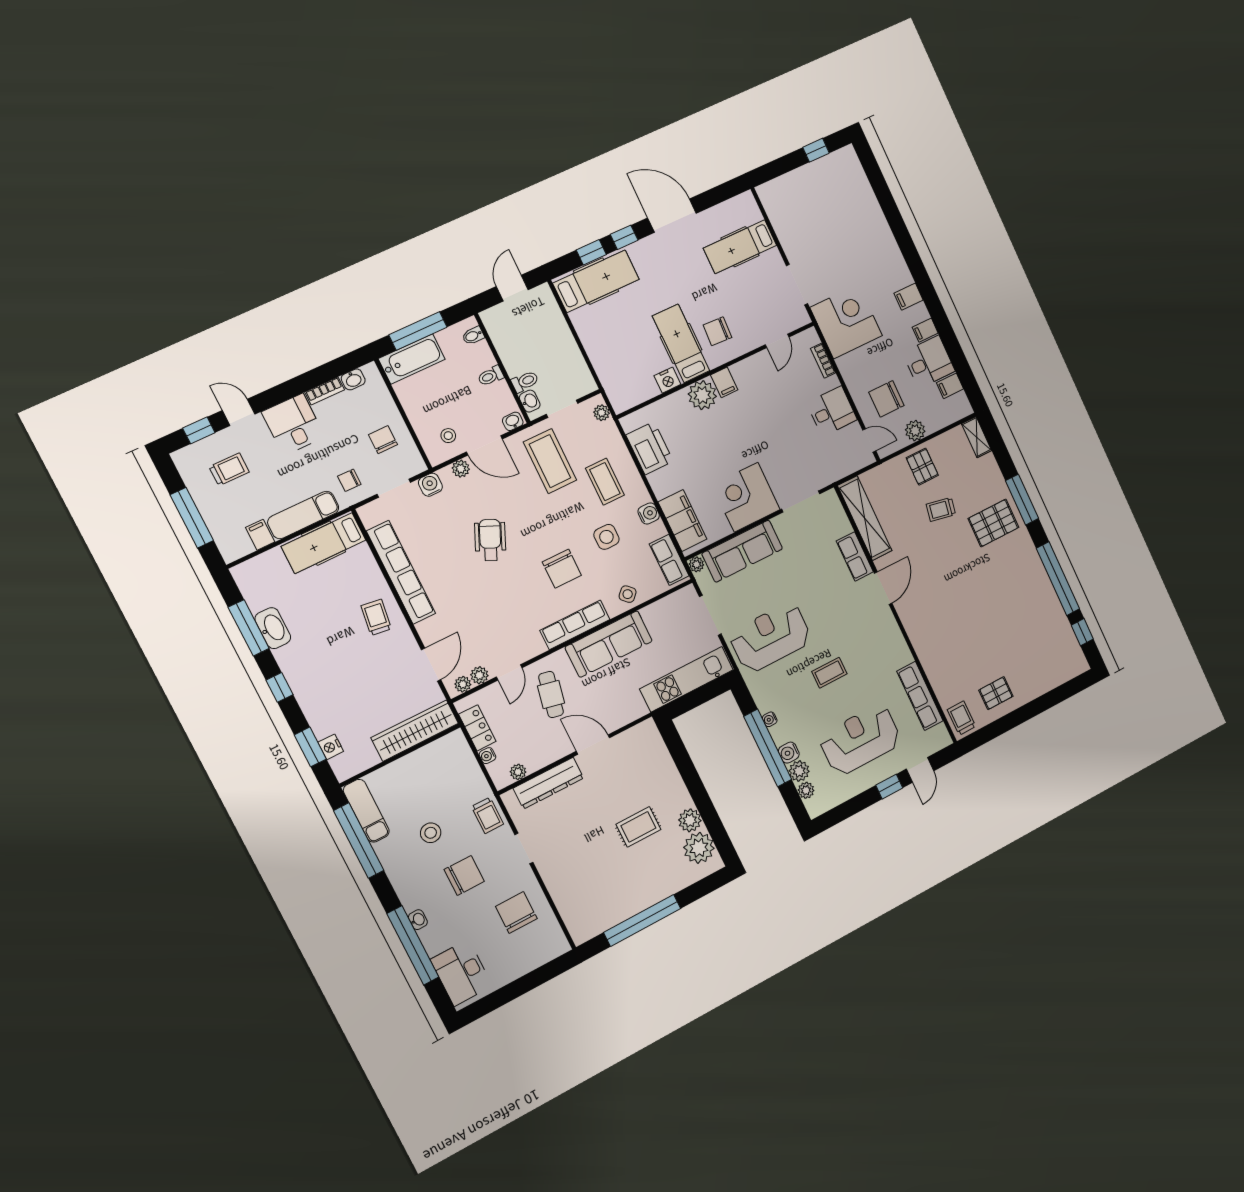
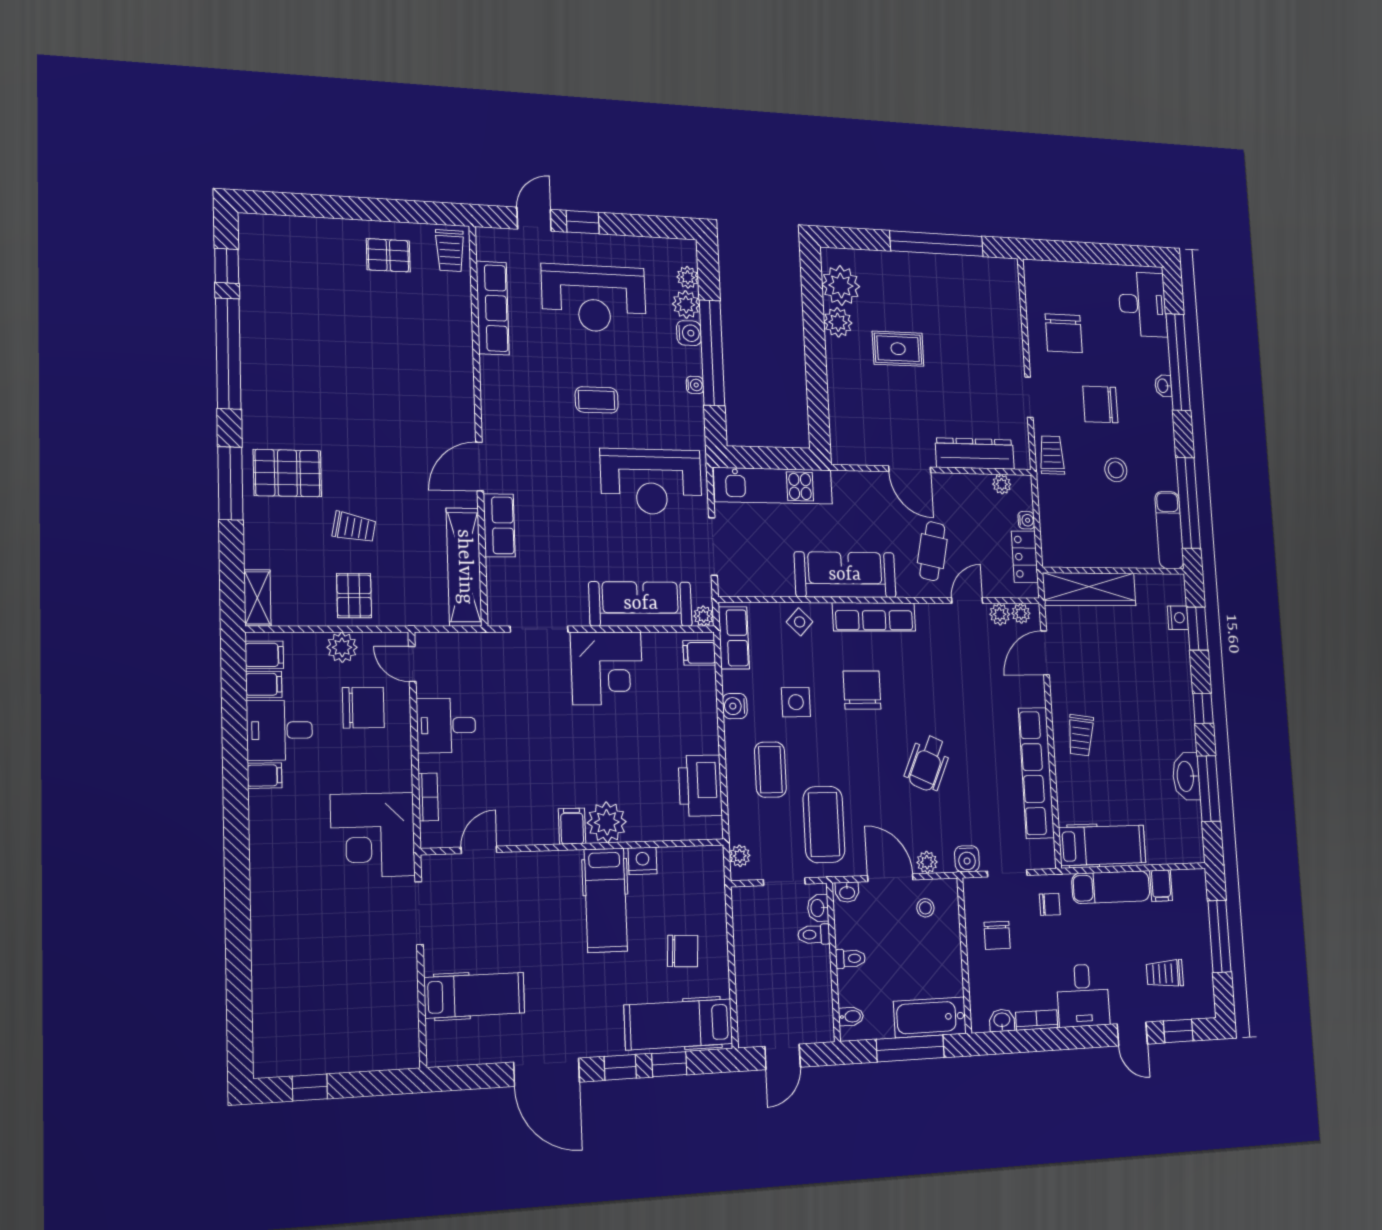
filing cabinet: (909, 297) -> (264, 655), moved
chair: (717, 331) -> (683, 951), moved
filing cabinet: (682, 520) -> (699, 653), width x0.33, depth x0.86

